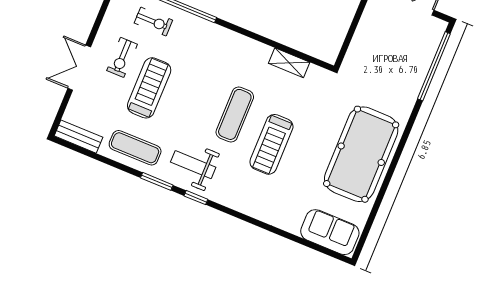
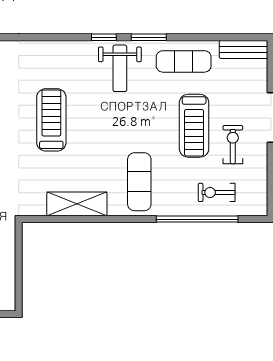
shelving: (289, 63) -> (77, 204), width x1.50, depth x1.33
exercise mat: (235, 114) -> (139, 182), moved
weight bench: (193, 165) -> (120, 68), turned 90

